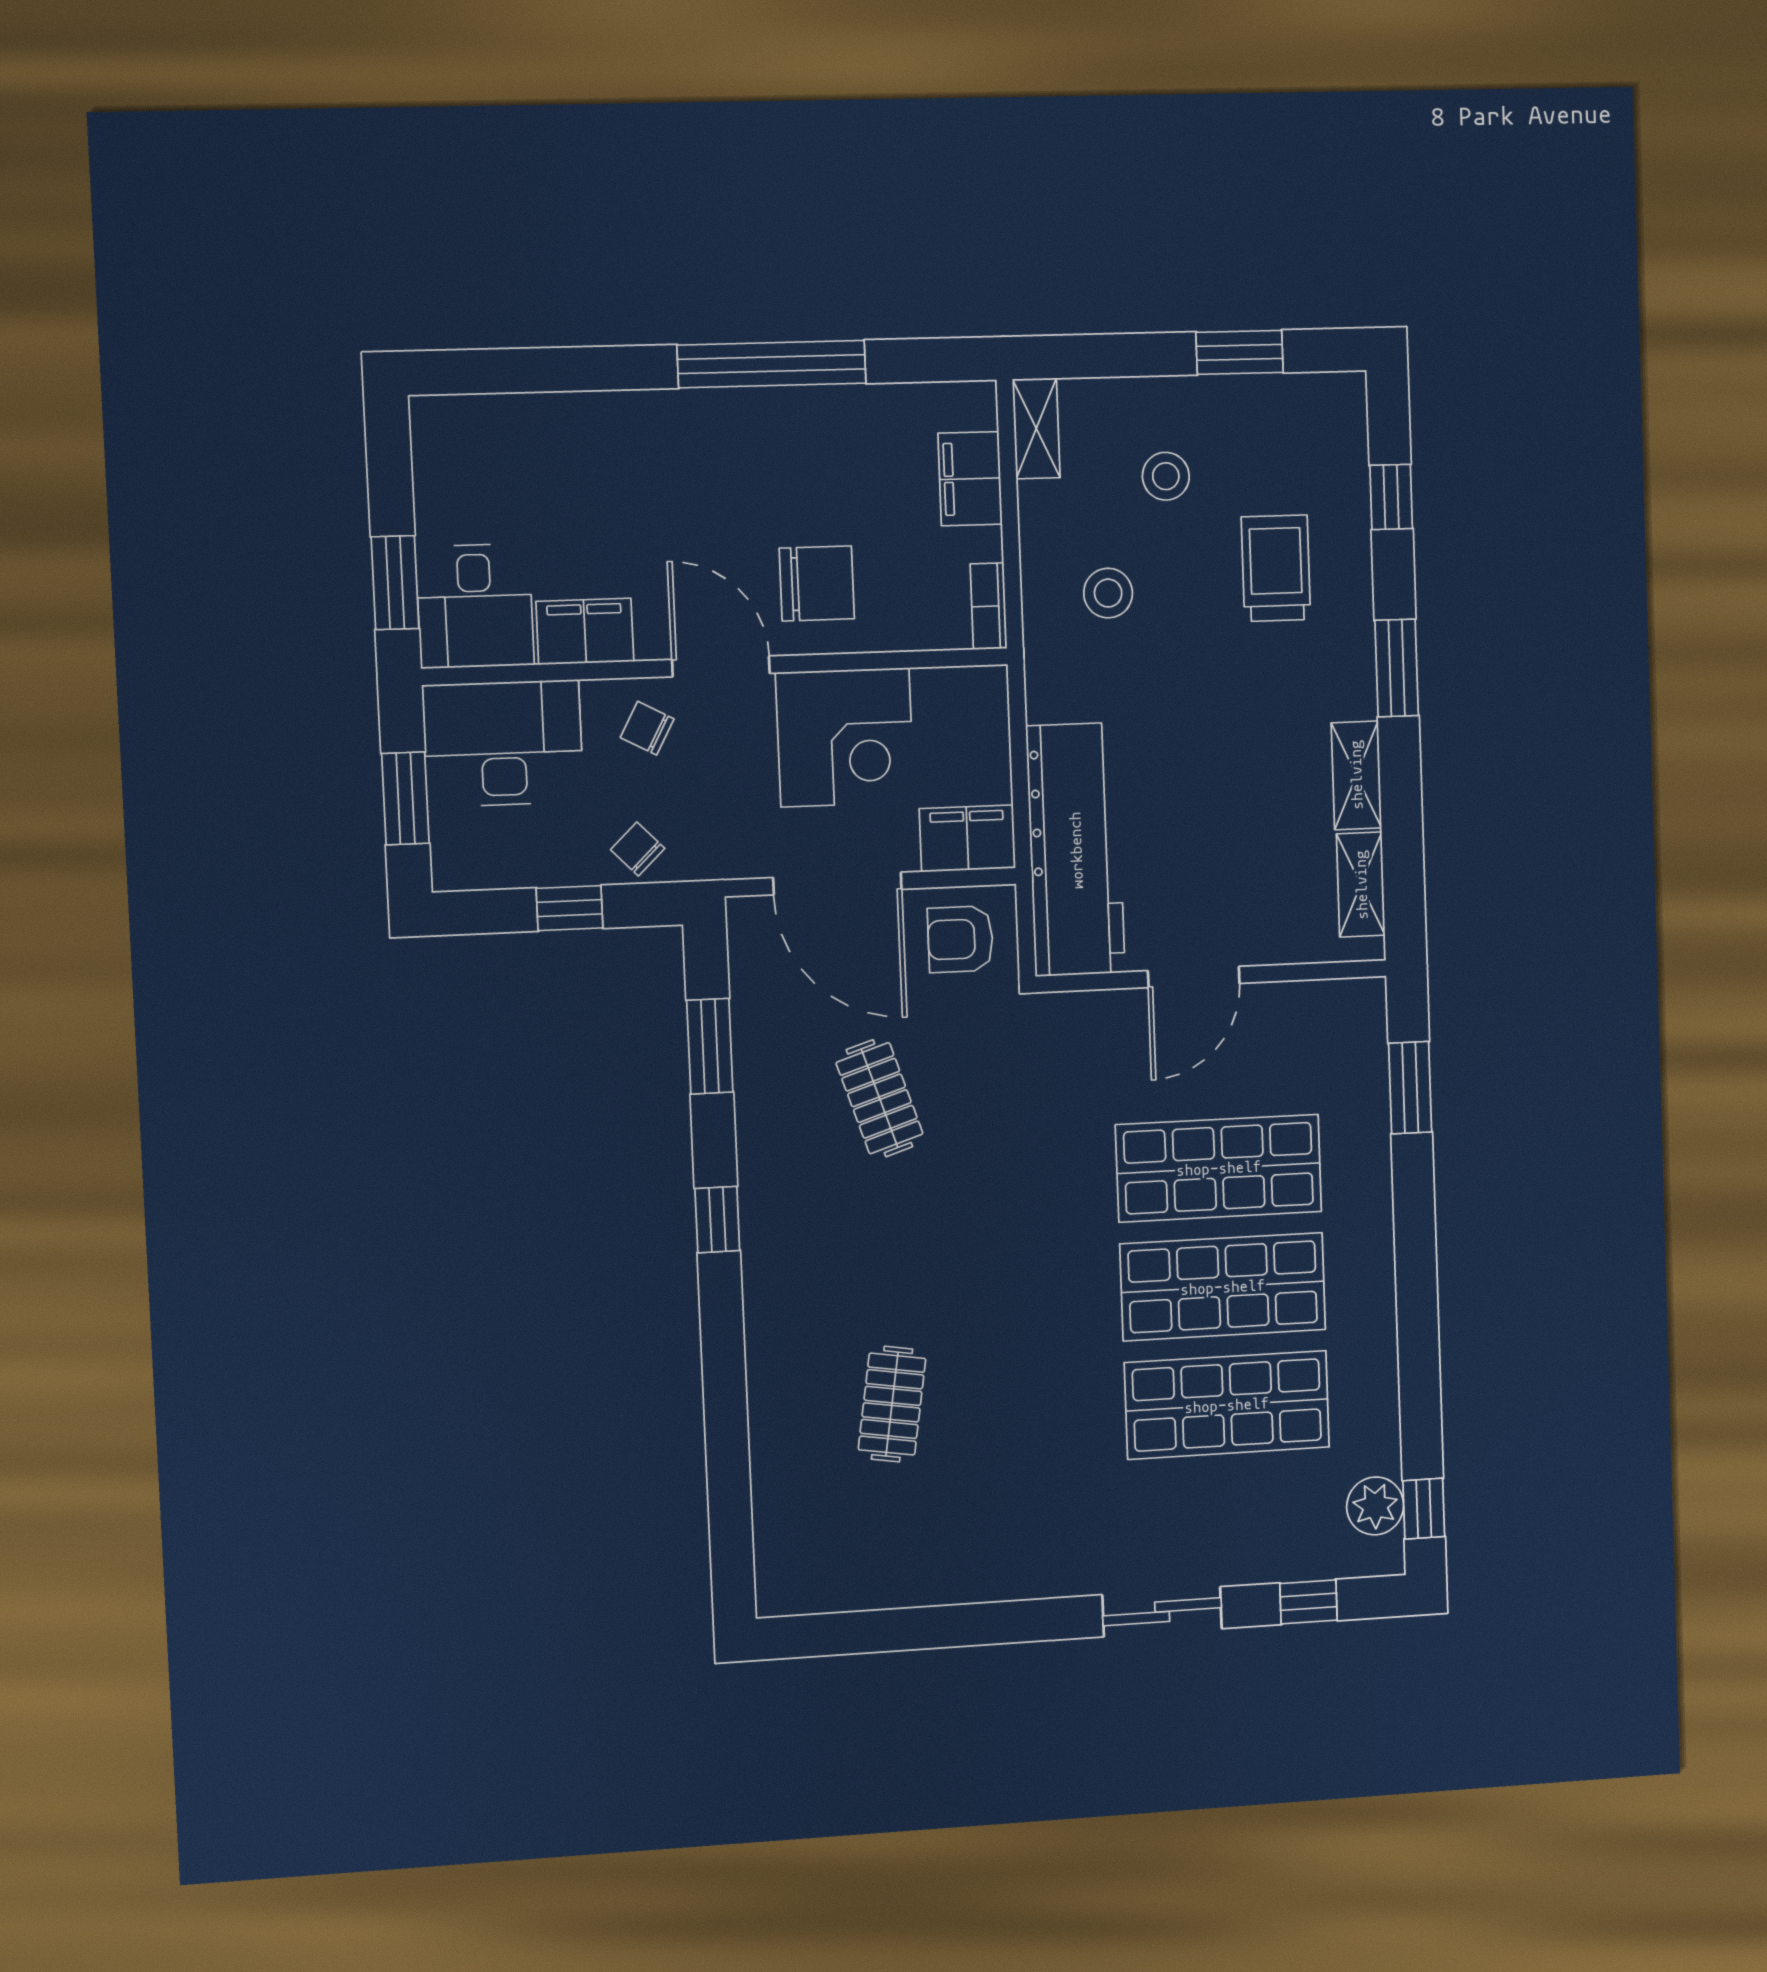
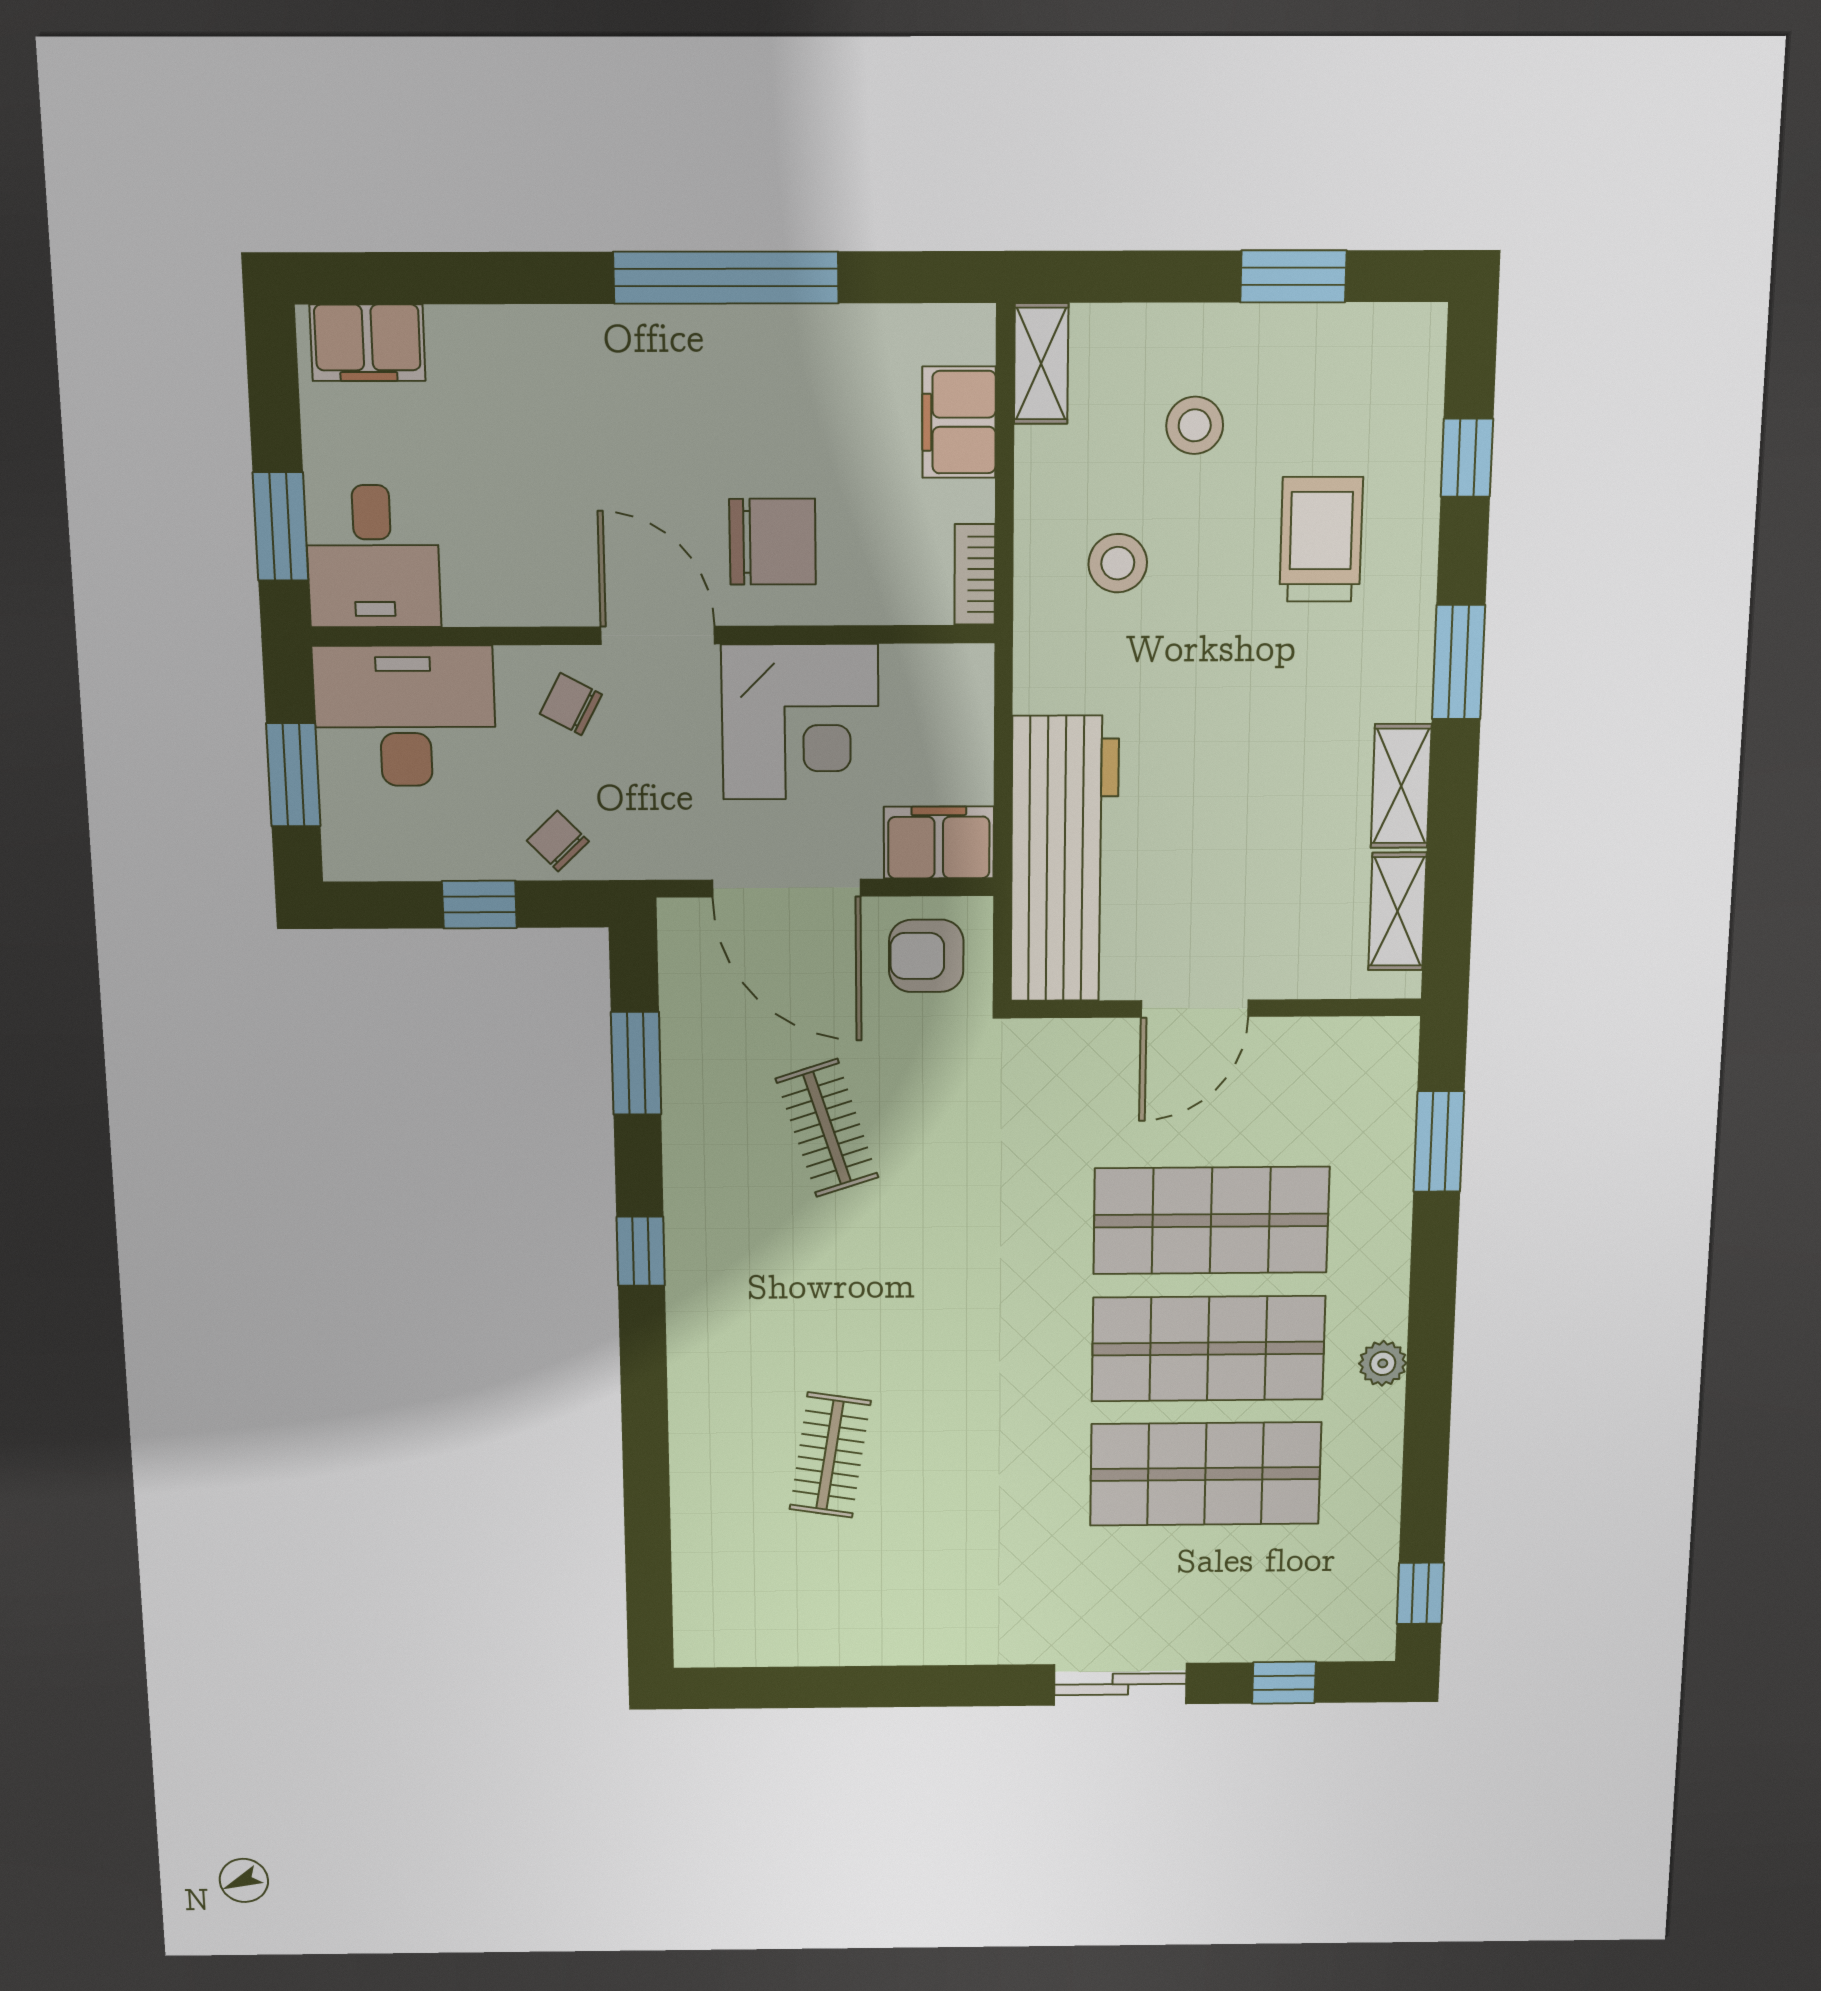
filing cabinet: (585, 631) -> (368, 343), moved, turned 180
plant: (1375, 1506) -> (1383, 1363), moved, width x0.73, depth x0.73

